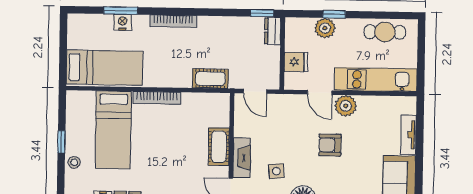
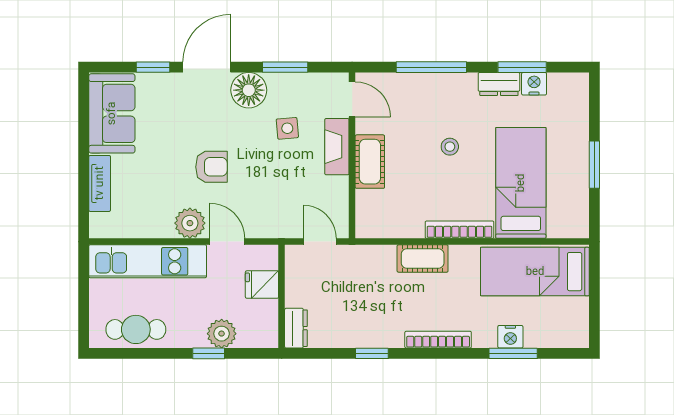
window: (262, 13) -> (372, 353), moved
cot: (210, 79) -> (423, 258), moved
window: (61, 142) -> (594, 165), width x1.50
stool: (74, 162) -> (450, 147), moved

